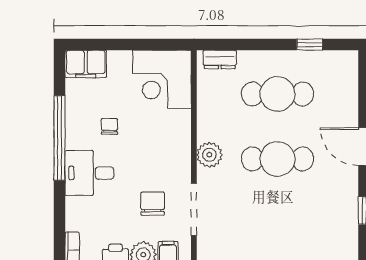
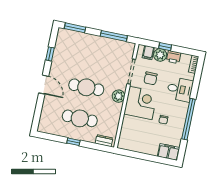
window: (310, 45) -> (73, 142), moved
corner desk: (162, 79) -> (141, 103), moved
desk: (89, 173) -> (180, 89), moved

